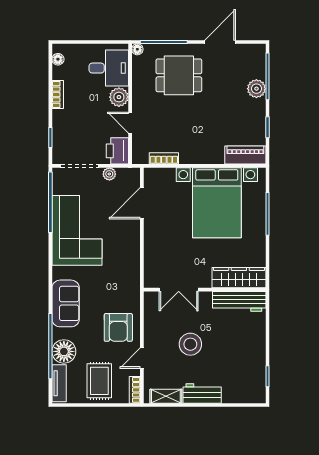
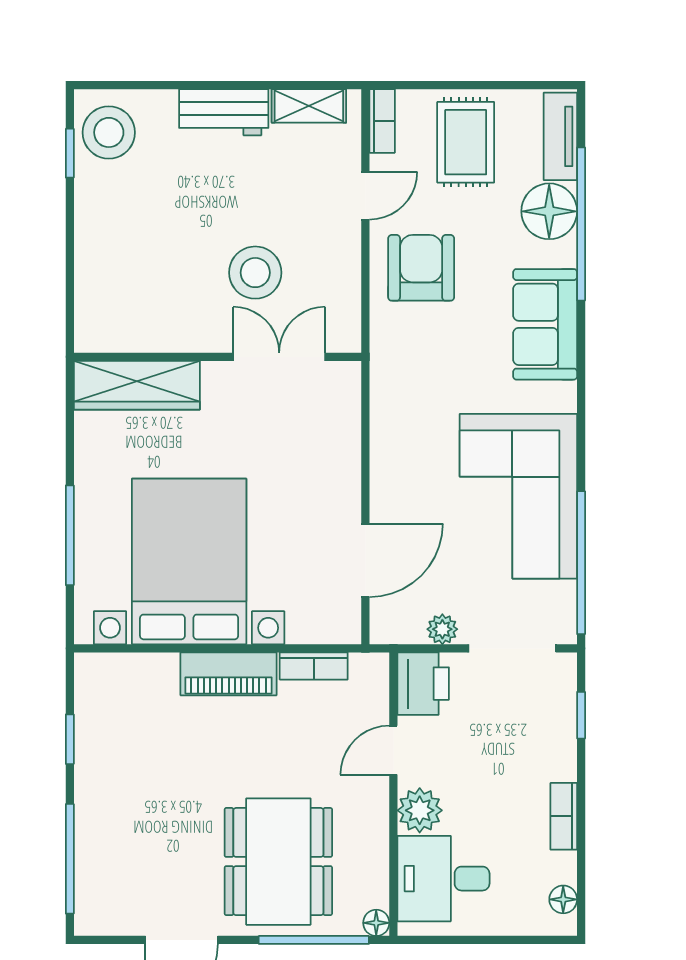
dining table: (179, 75) -> (278, 862), width x1.38
plant: (256, 89) -> (96, 830), removed
door: (130, 123) -> (393, 750), swing flipped
piano: (245, 155) -> (229, 674), moved
workbench: (239, 301) -> (137, 329), removed
stool: (190, 344) -> (255, 273), moved
stool: (251, 385) -> (109, 132), added

